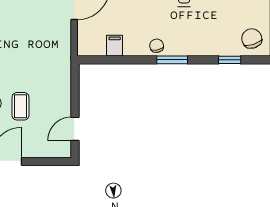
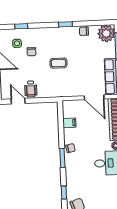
coffee table: (20, 106) -> (58, 63), moved
wheelchair: (56, 107) -> (31, 89), added

